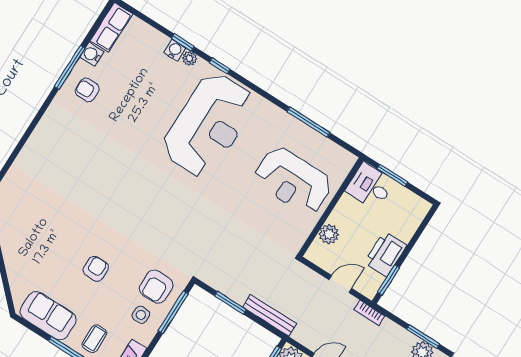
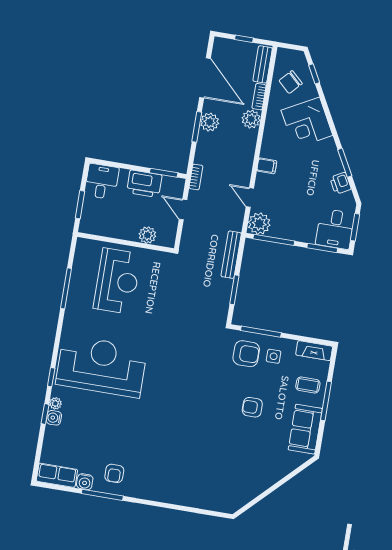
desk: (370, 186) -> (102, 181), moved, turned 180

